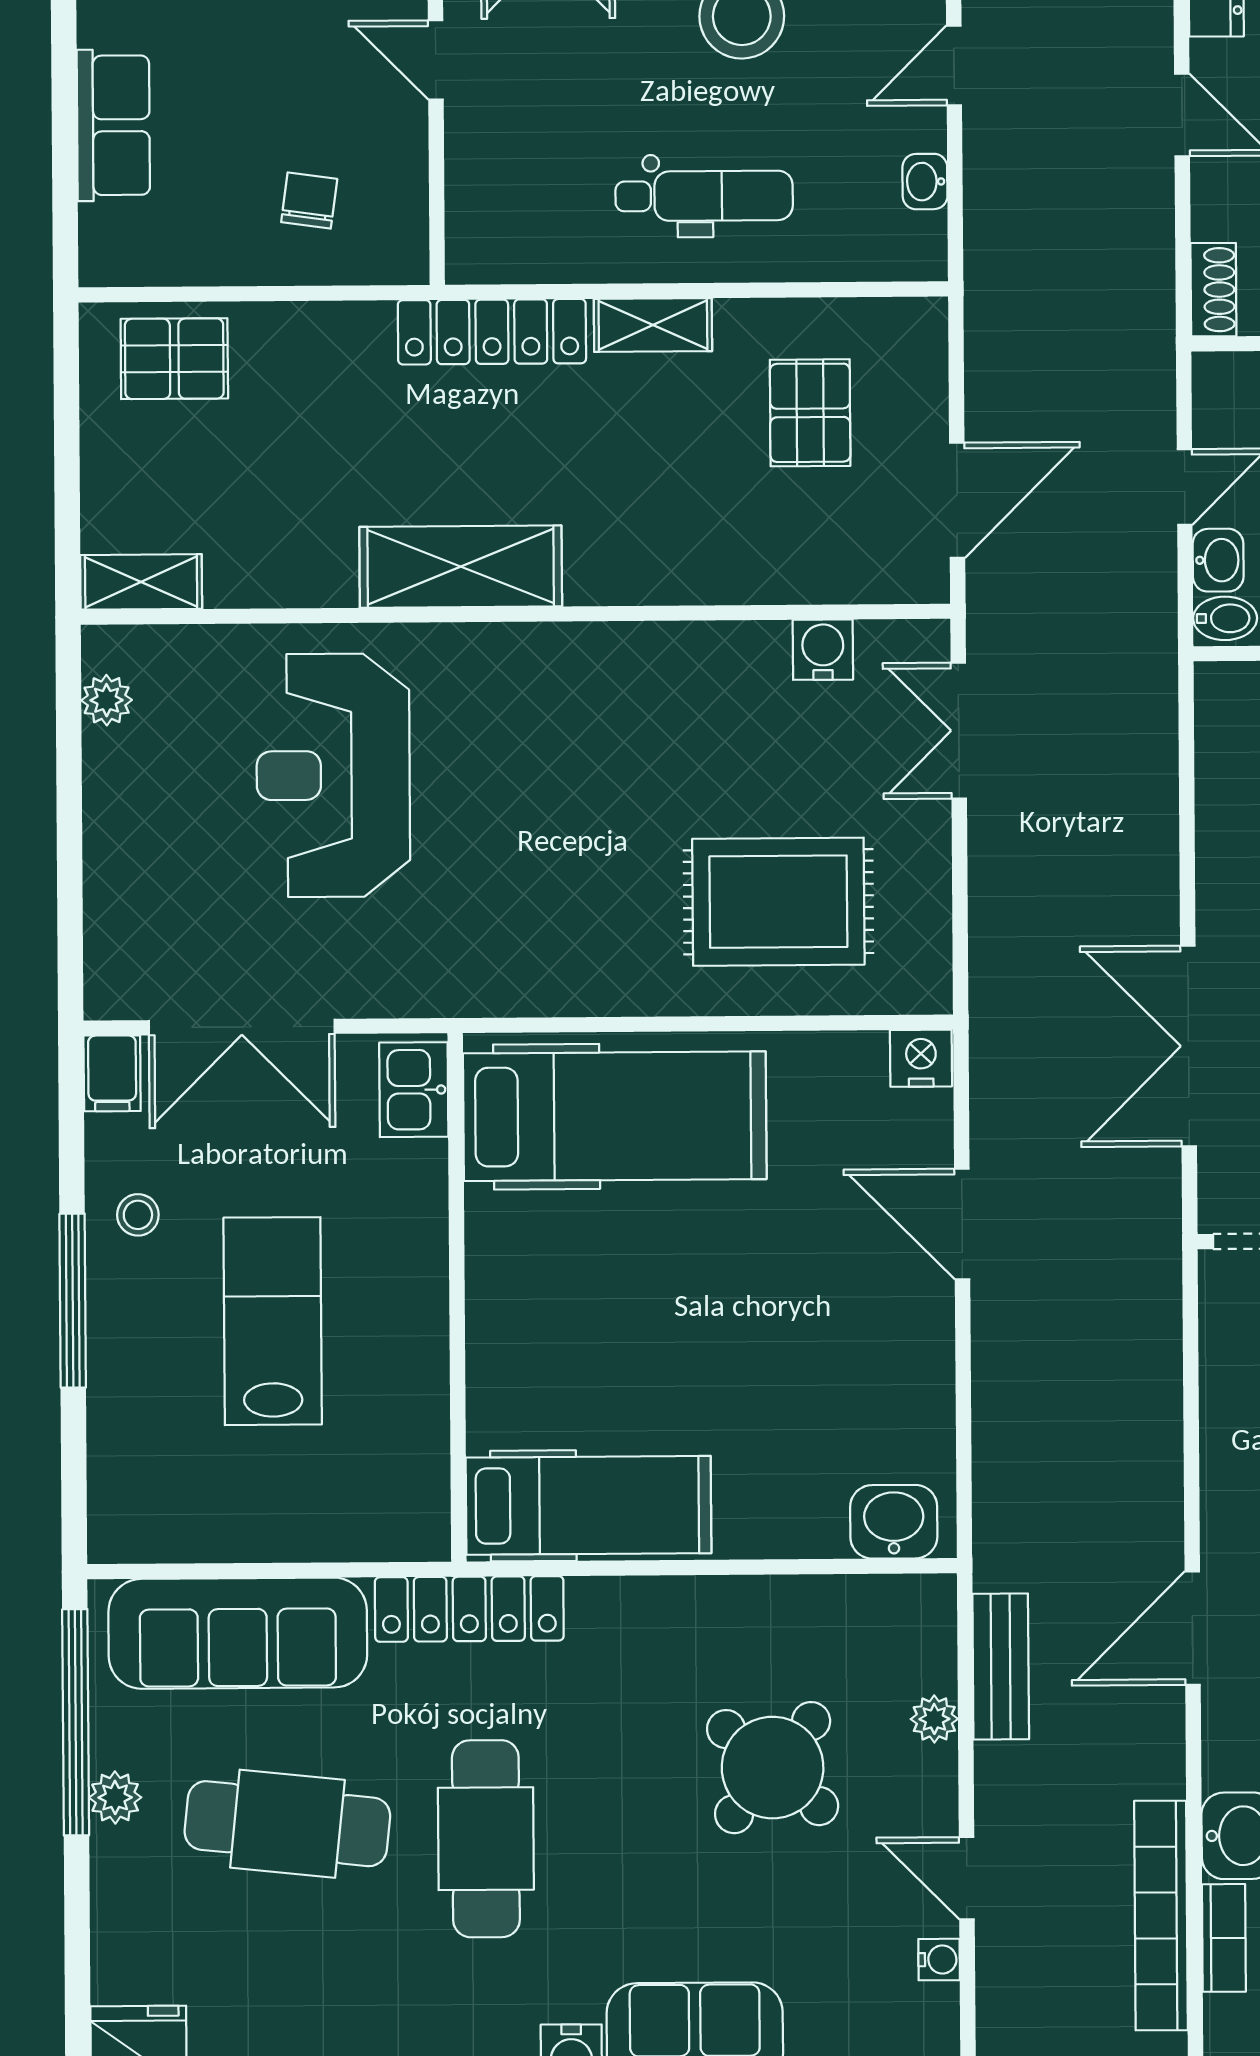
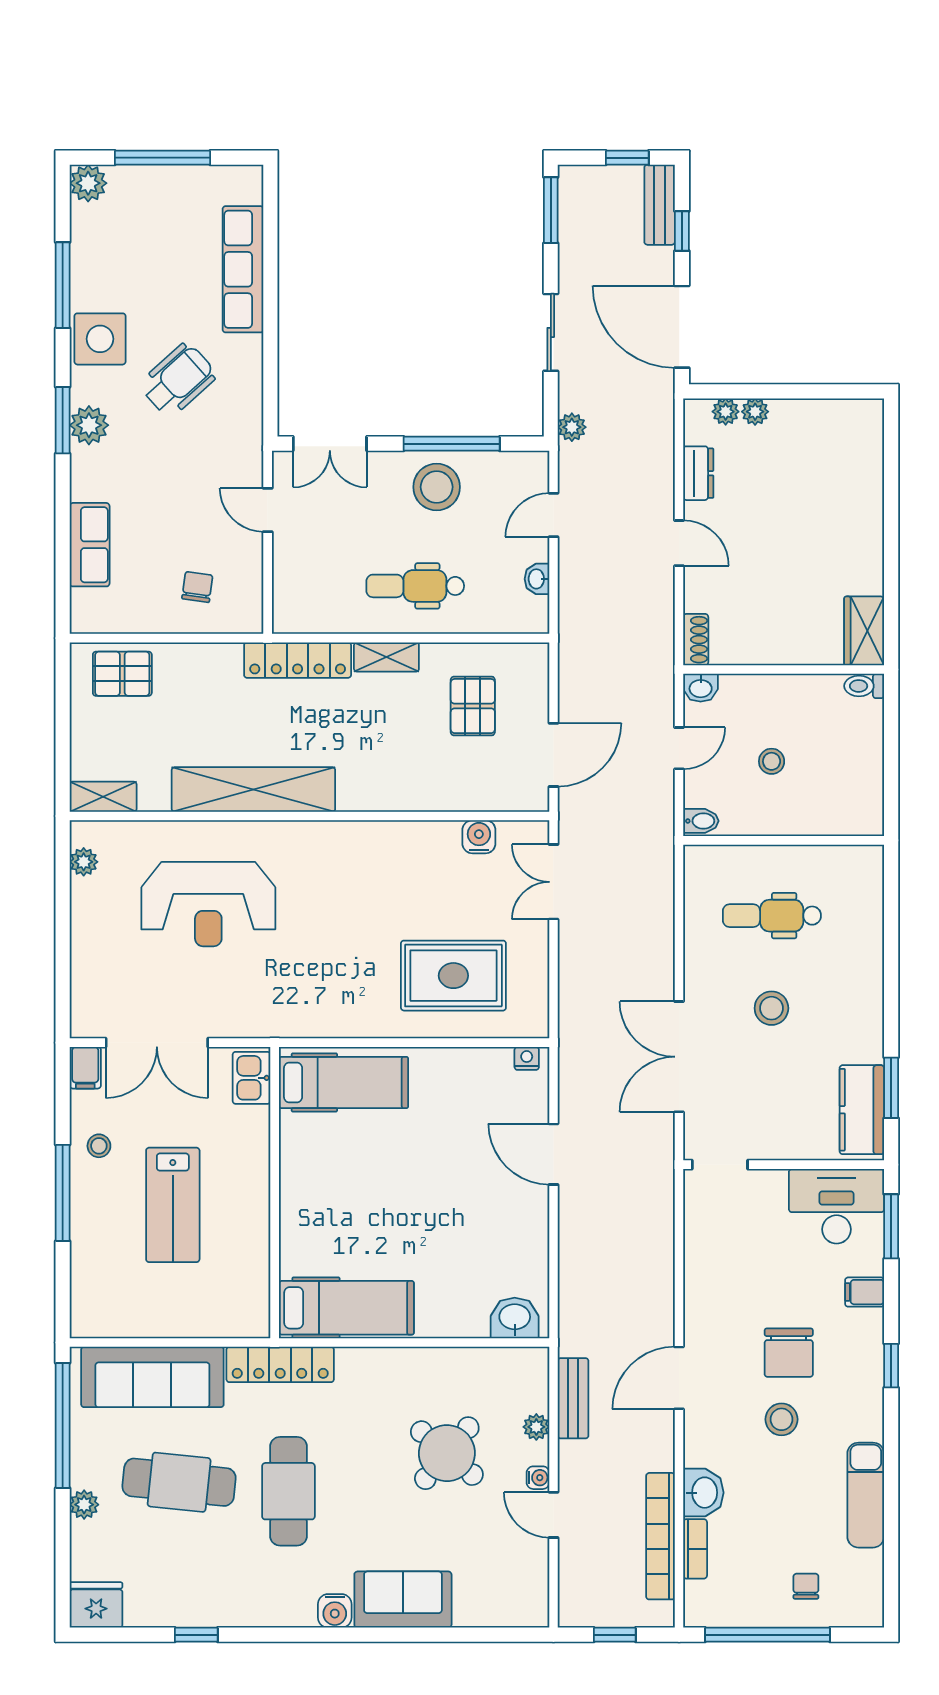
dental chair: (704, 196) -> (415, 586), turned 180
washbasin: (1218, 560) -> (701, 688), moved, turned 90
shelving: (461, 567) -> (253, 790), width x1.47
reception desk: (333, 775) -> (208, 904), turned -90
nightstand: (921, 1058) -> (527, 1058), width x0.72, depth x0.74
hospital bed: (615, 1116) -> (344, 1082), width x0.73, depth x0.78
lab bench: (273, 1321) -> (173, 1205), turned 180
plant: (115, 1797) -> (84, 1505), moved
water cooler: (939, 1960) -> (538, 1478), moved

